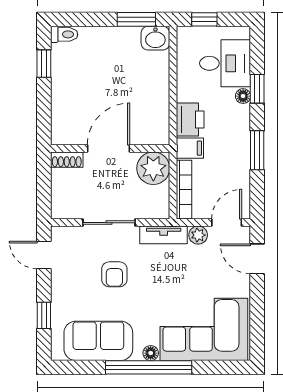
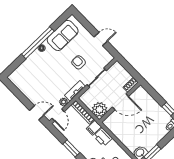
door: (109, 148) -> (120, 102), hinge flipped
door: (44, 255) -> (101, 39), moved
window: (44, 315) -> (89, 26), removed
corner sofa: (204, 329) -> (32, 73), removed

